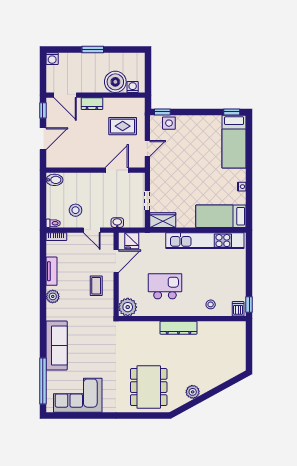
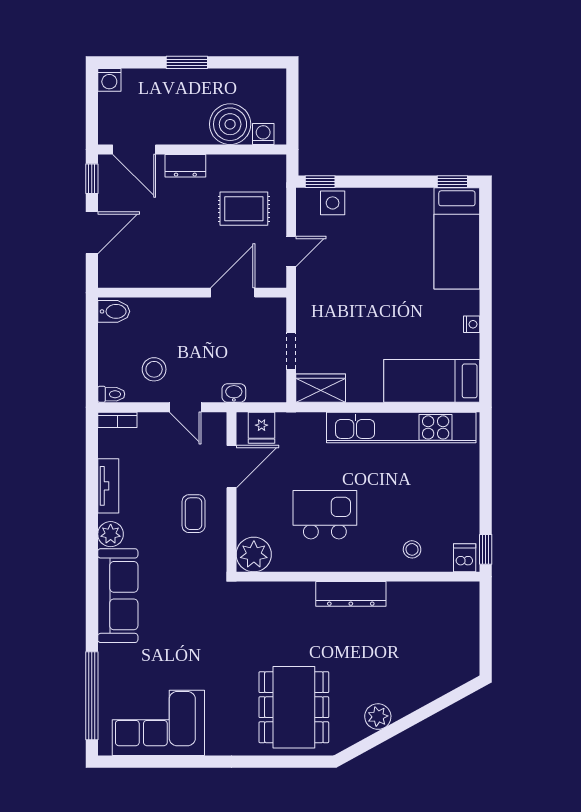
sofa: (57, 345) -> (118, 596), moved

